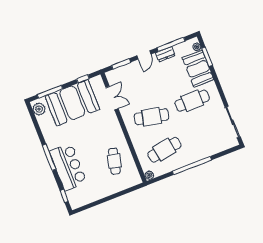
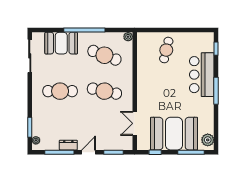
booth: (198, 69) -> (61, 43), moved, turned 90
cafe table: (164, 150) -> (104, 55), turned 30
cafe table: (114, 161) -> (166, 50), moved

